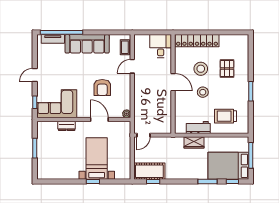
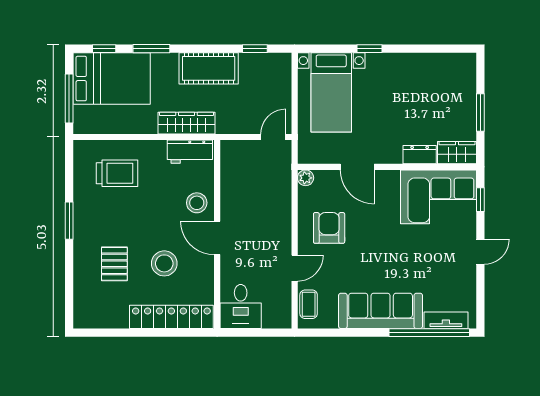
armchair: (102, 87) -> (329, 228), moved
stool: (203, 92) -> (197, 203), moved
wardrobe: (47, 127) -> (457, 153), added
workbench: (198, 127) -> (190, 152), moved
wardrobe: (194, 142) -> (187, 123), width x1.50
bed with nightstands: (97, 159) -> (331, 92), moved
cot: (149, 171) -> (209, 68), moved

